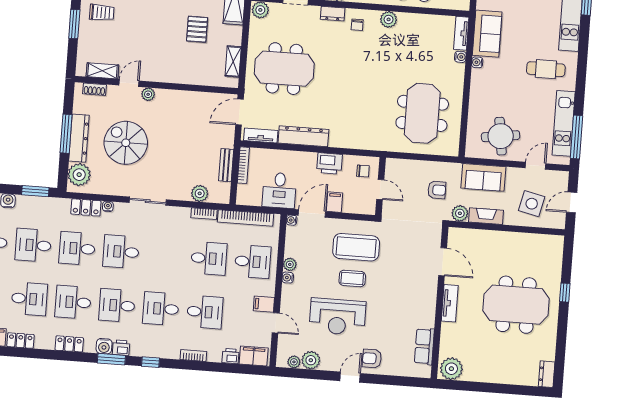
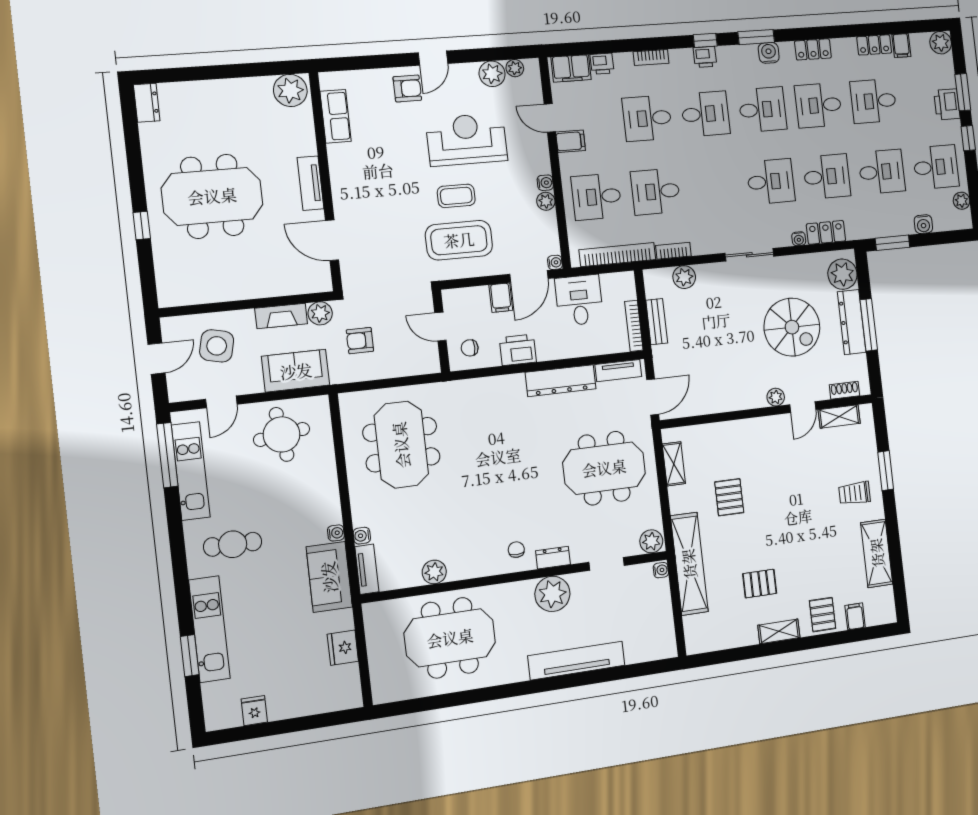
plant: (389, 19) -> (434, 572), moved
desk: (73, 302) -> (818, 105), turned 180
printer: (121, 348) -> (705, 57), moved

